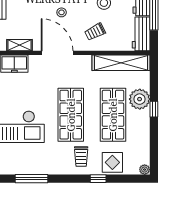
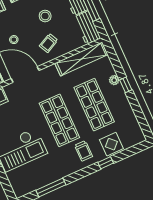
plant: (140, 99) -> (114, 80), width x0.53, depth x0.53
plant: (145, 170) -> (141, 138), removed

